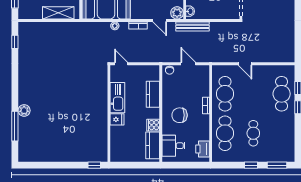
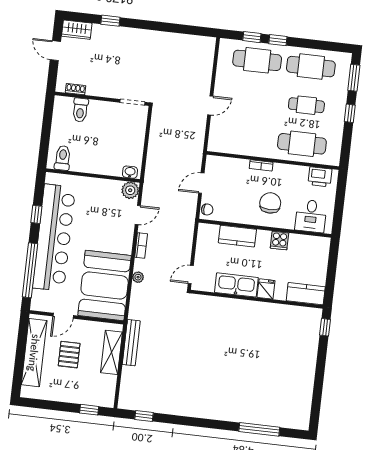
bench: (193, 26) -> (131, 343), moved
cafe table: (225, 94) -> (311, 67), moved
plant: (24, 110) -> (239, 414), removed
chair: (180, 115) -> (270, 203), turned 180
kitchen counter: (153, 145) -> (306, 294), moved, turned 180

